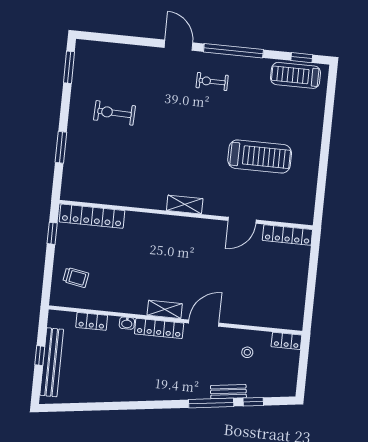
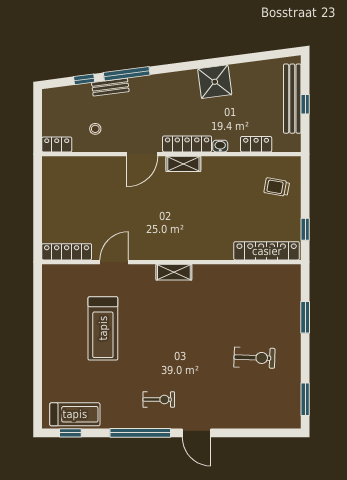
treadmill: (260, 157) -> (103, 328), turned -90
shower: (126, 387) -> (215, 82), added

